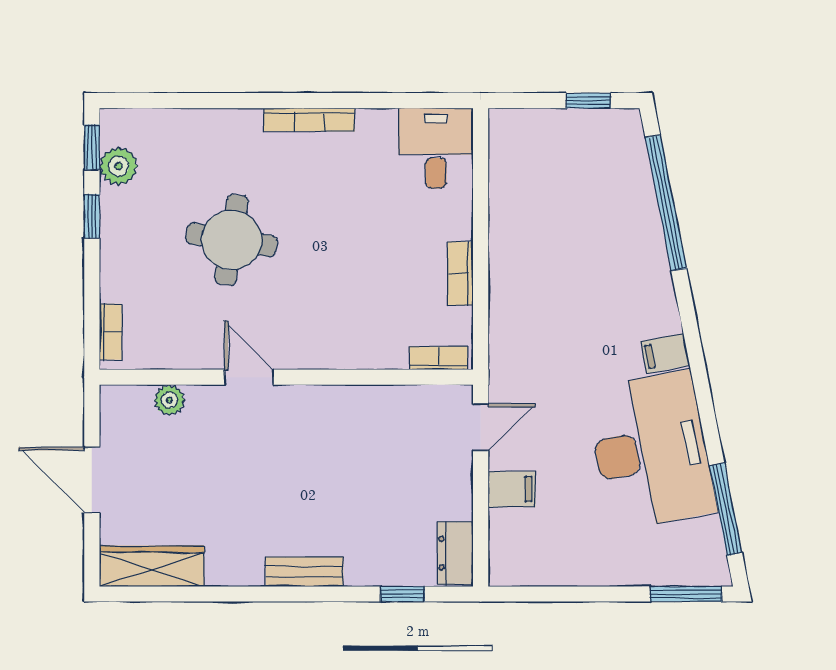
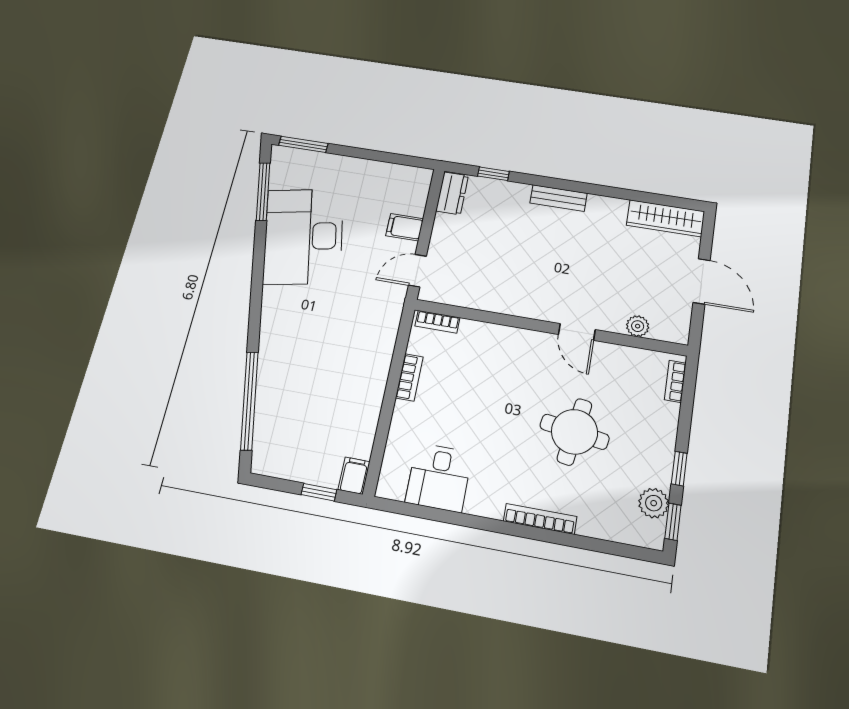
window: (588, 101) -> (319, 492), moved
bookcase: (309, 120) -> (540, 519), moved
desk: (436, 148) -> (439, 477), moved
filing cabinet: (665, 353) -> (354, 476), moved, turned -79

